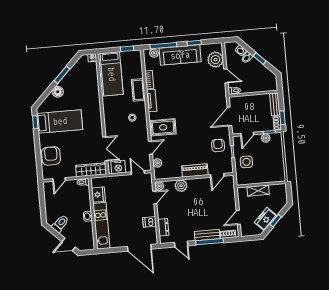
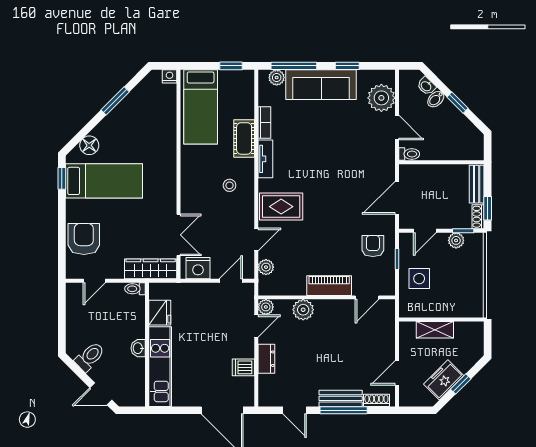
floor lamp: (58, 92) -> (89, 145), moved
door: (138, 173) -> (231, 281), hinge flipped
dresser: (163, 227) -> (266, 359), moved

